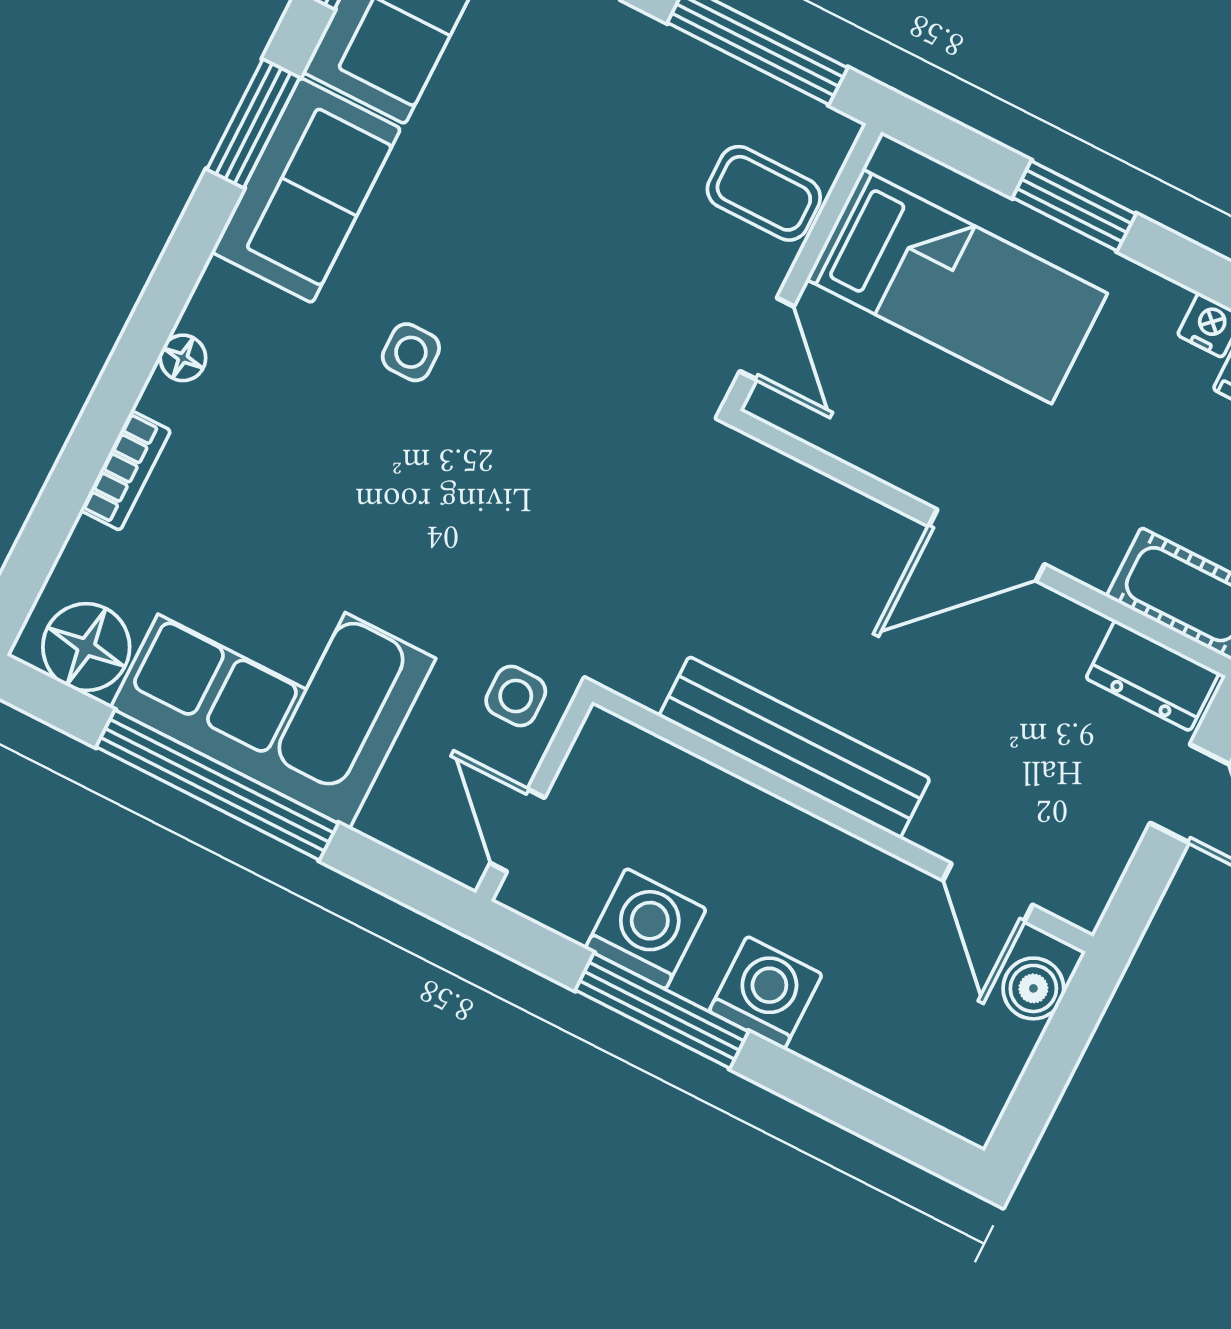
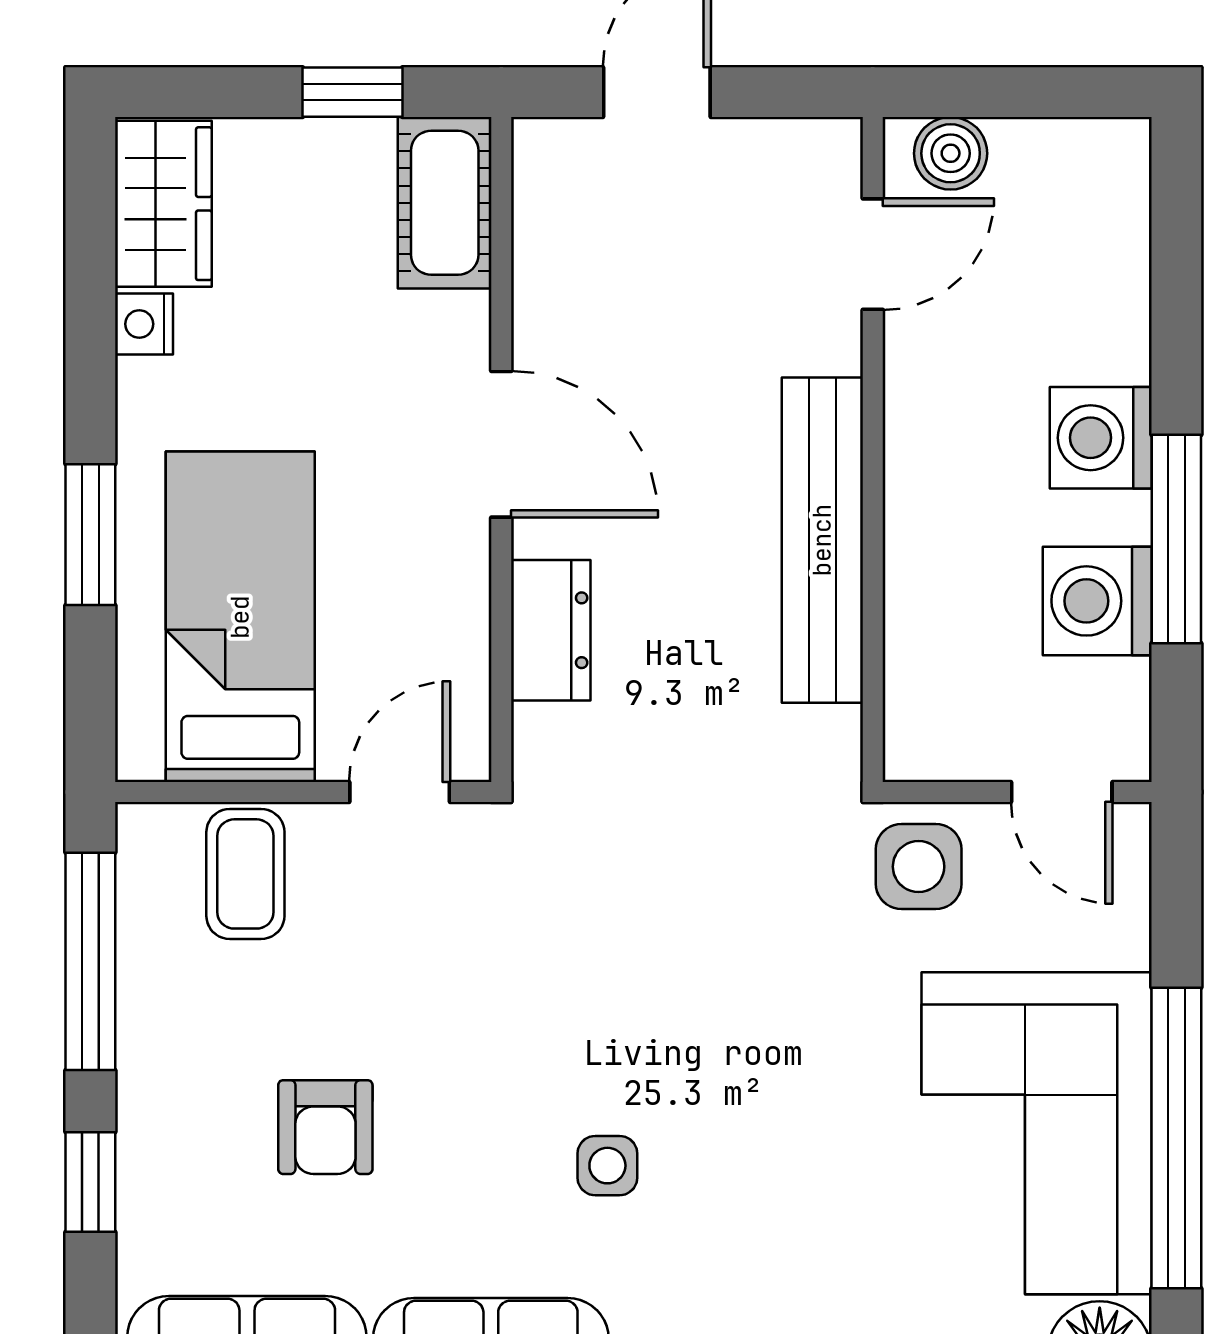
armchair: (546, 157) -> (325, 1127), added
dresser: (1152, 676) -> (551, 630), moved
side table: (516, 696) -> (919, 867), width x1.37, depth x1.37
door: (517, 830) -> (1062, 792), hinge flipped

